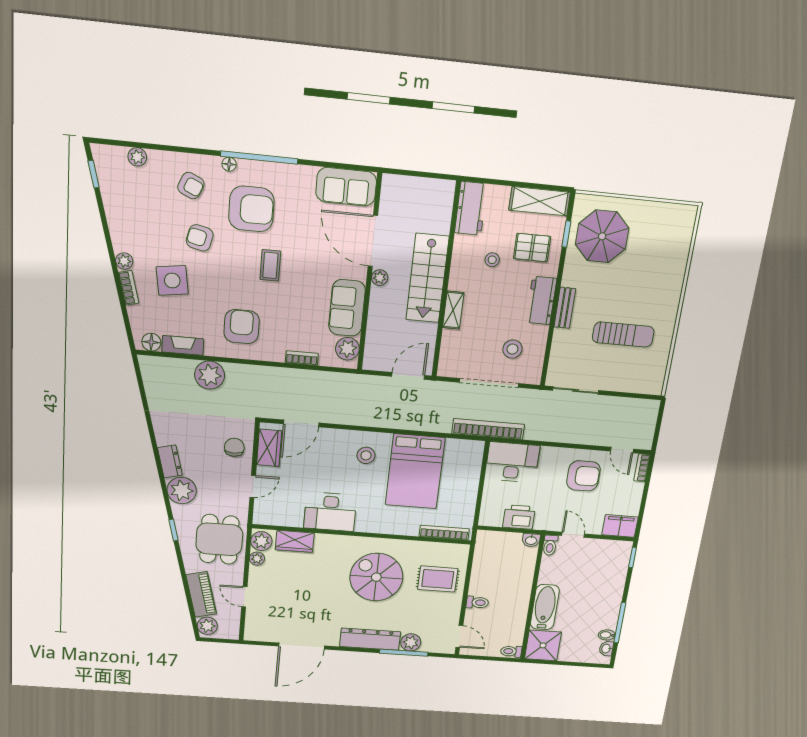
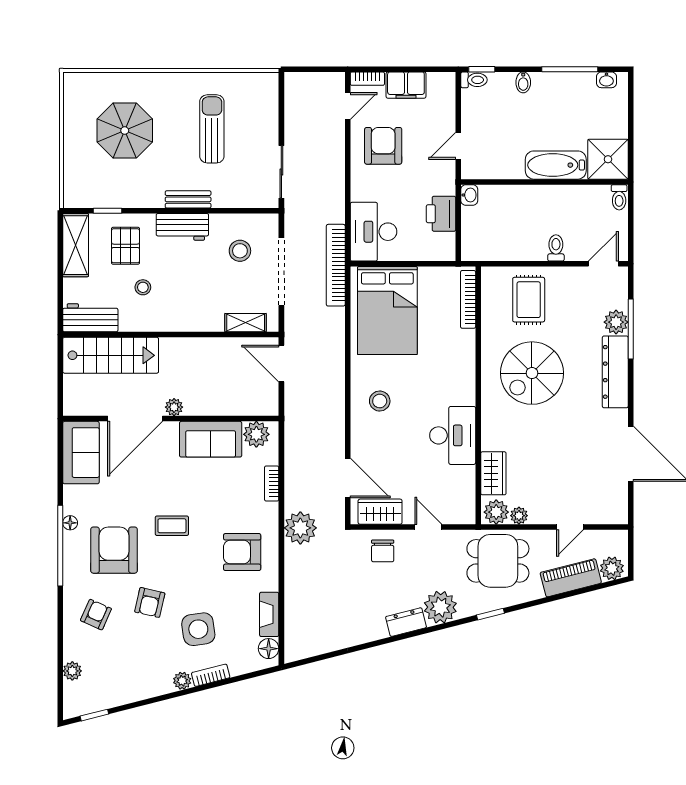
floor lamp: (229, 164) -> (70, 523), moved
parasol: (602, 236) -> (125, 131), moved
stairs: (427, 278) -> (111, 355), moved
shelving: (453, 310) -> (246, 323), moved
plant: (210, 375) -> (300, 528), moved
chair: (234, 447) -> (383, 551), turned -90
bed: (415, 471) -> (387, 310), moved, turned 90
filing cabinet: (620, 526) -> (406, 85), moved, turned -90
toilet: (550, 545) -> (474, 80), moved
bidet: (607, 635) -> (523, 82), moved

